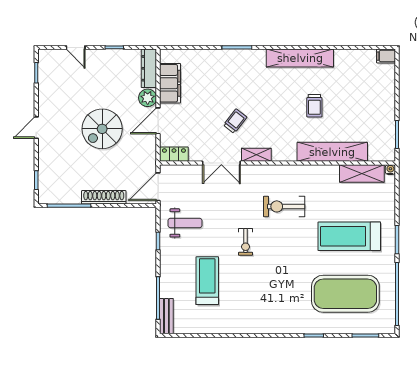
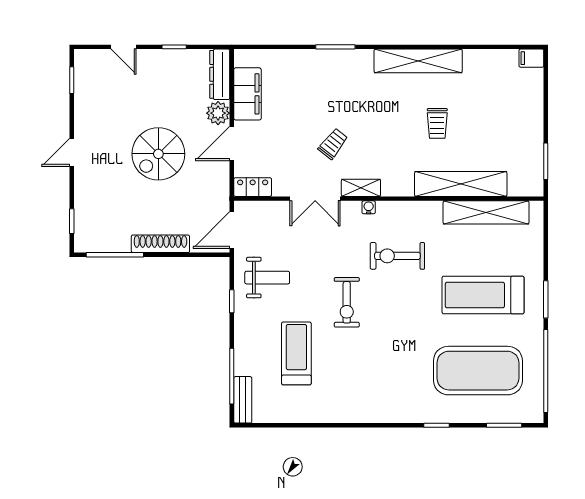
water cooler: (390, 170) -> (369, 207), moved
shelving: (362, 173) -> (486, 212), width x1.47
exercise bike: (246, 242) -> (347, 302), width x1.38, depth x1.39

